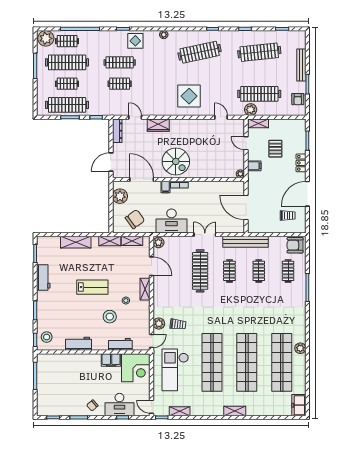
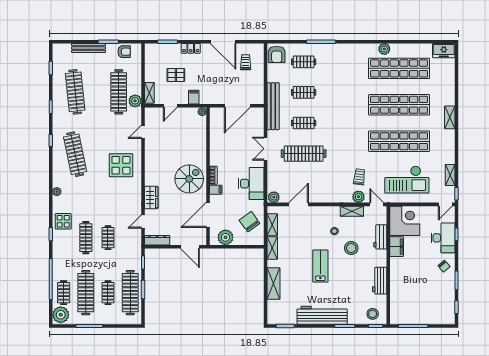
workbench: (43, 278) -> (322, 315), width x1.88, depth x1.32
shelving: (145, 289) -> (352, 211), moved

